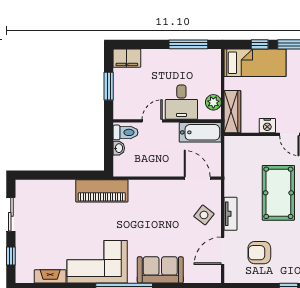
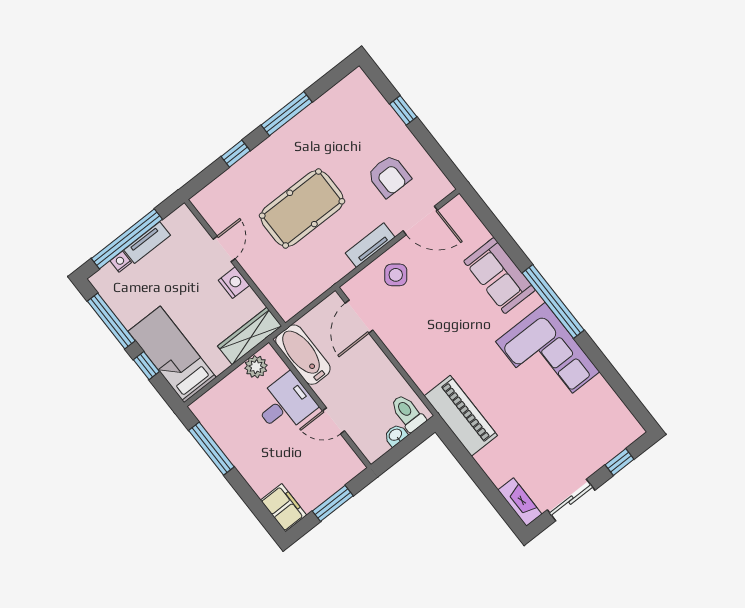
toilet: (125, 132) -> (408, 413), moved
fireplace: (50, 276) -> (520, 502), moved, turned 180

